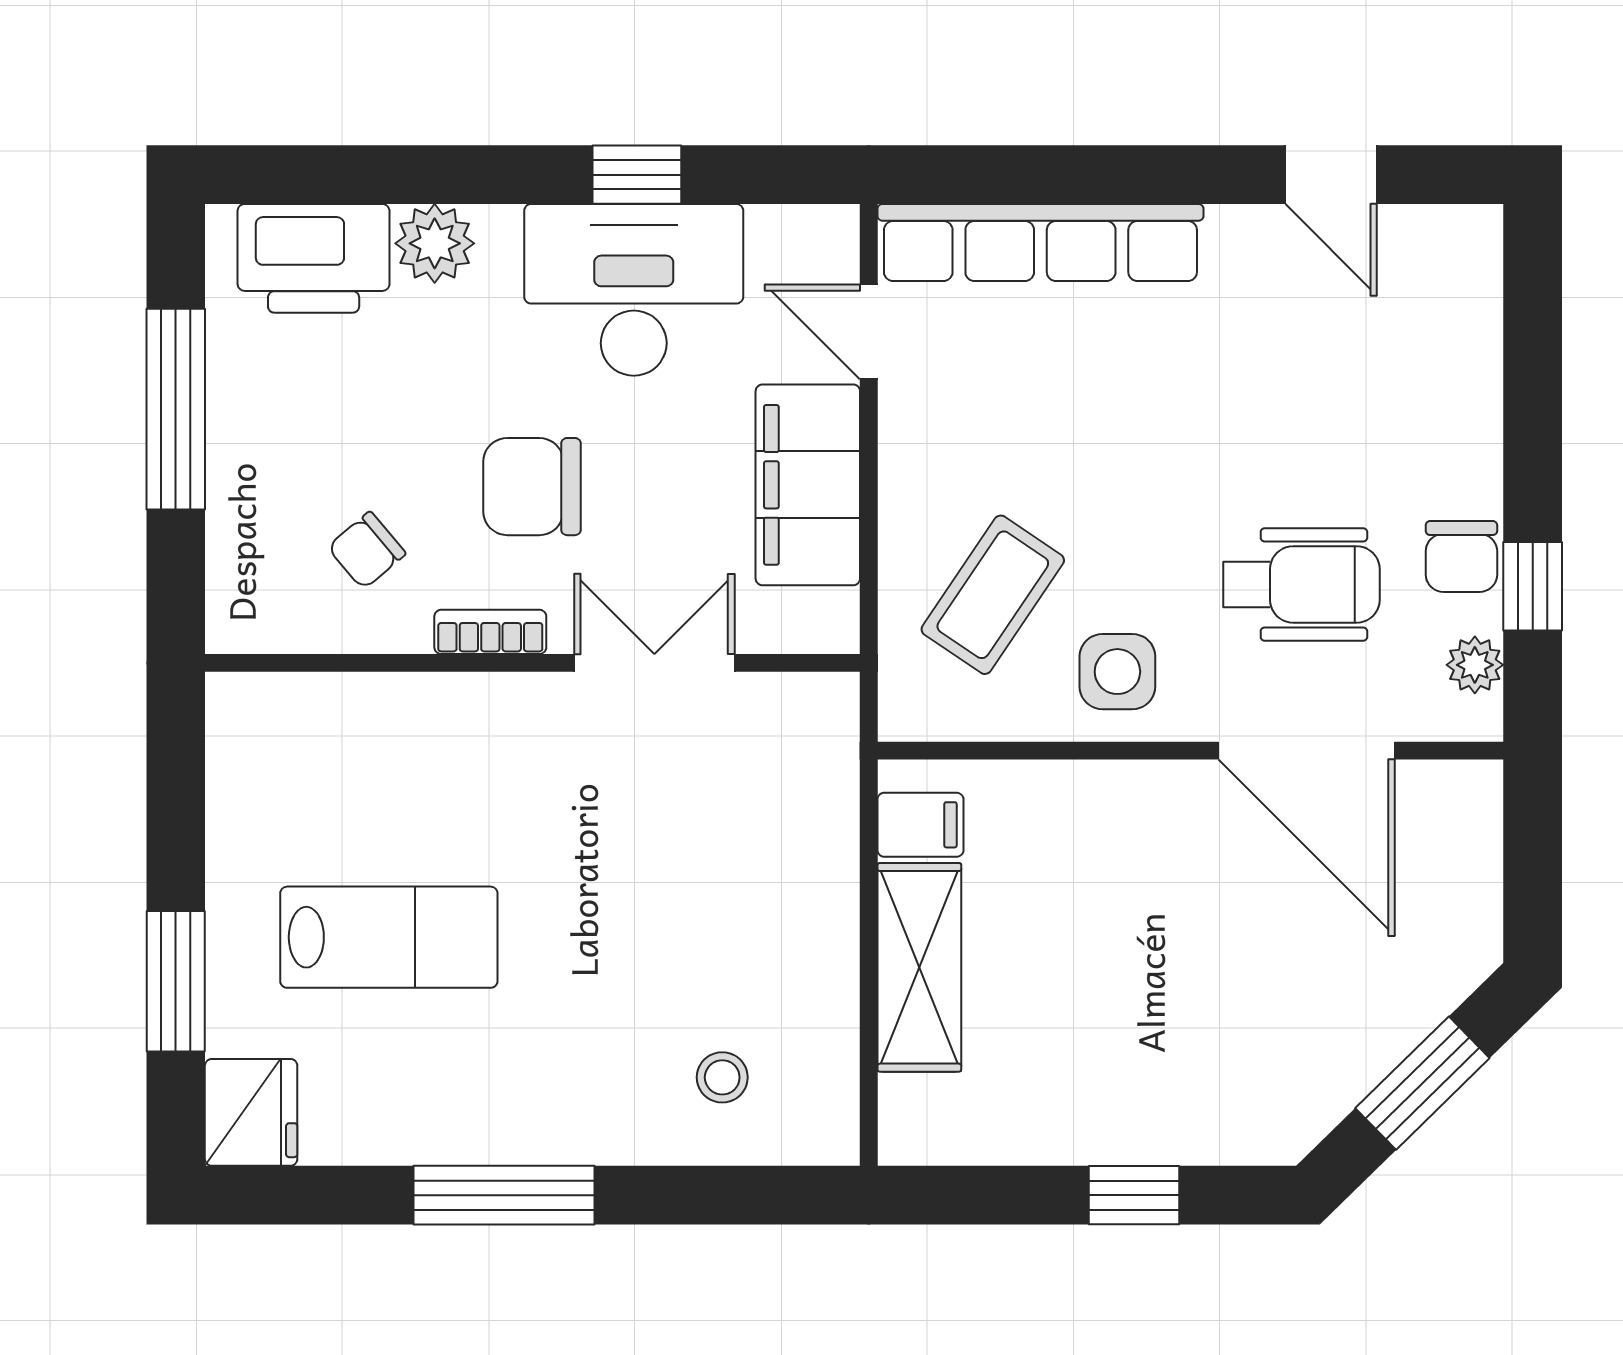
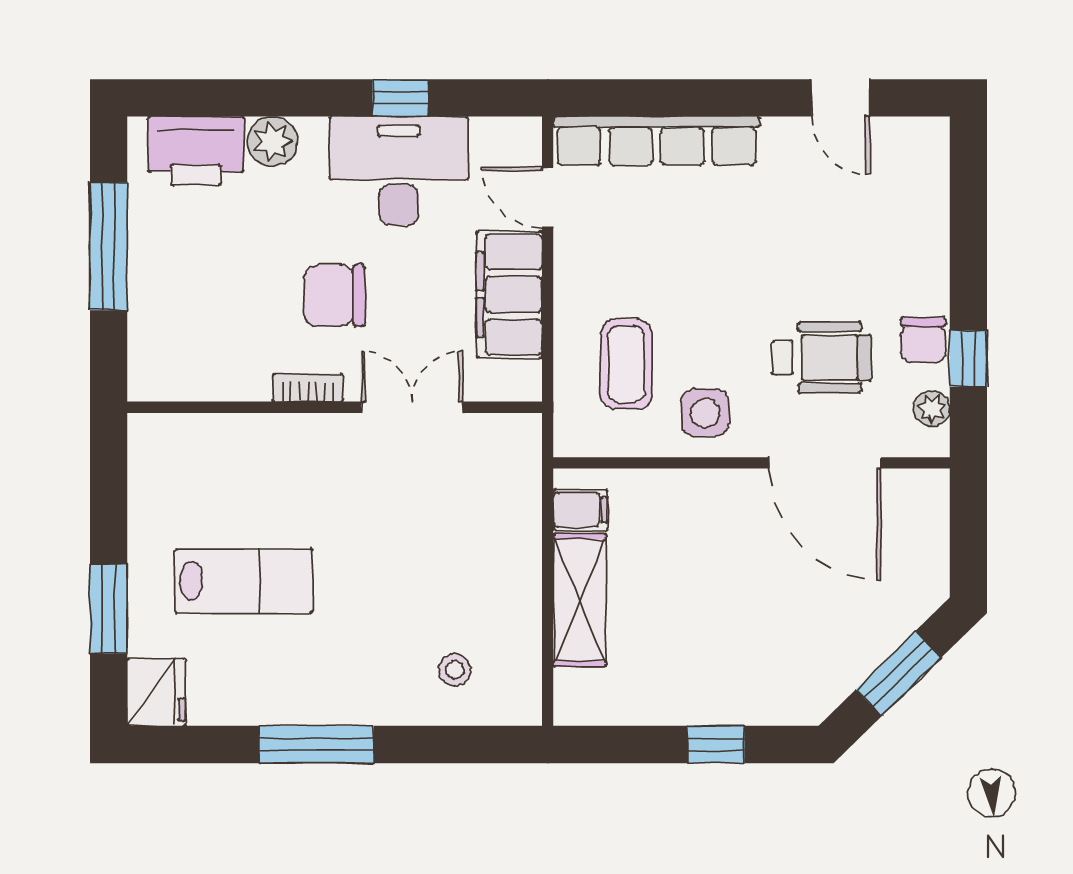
chair: (367, 550) -> (229, 336), removed
coffee table: (993, 595) -> (626, 364), turned -34

